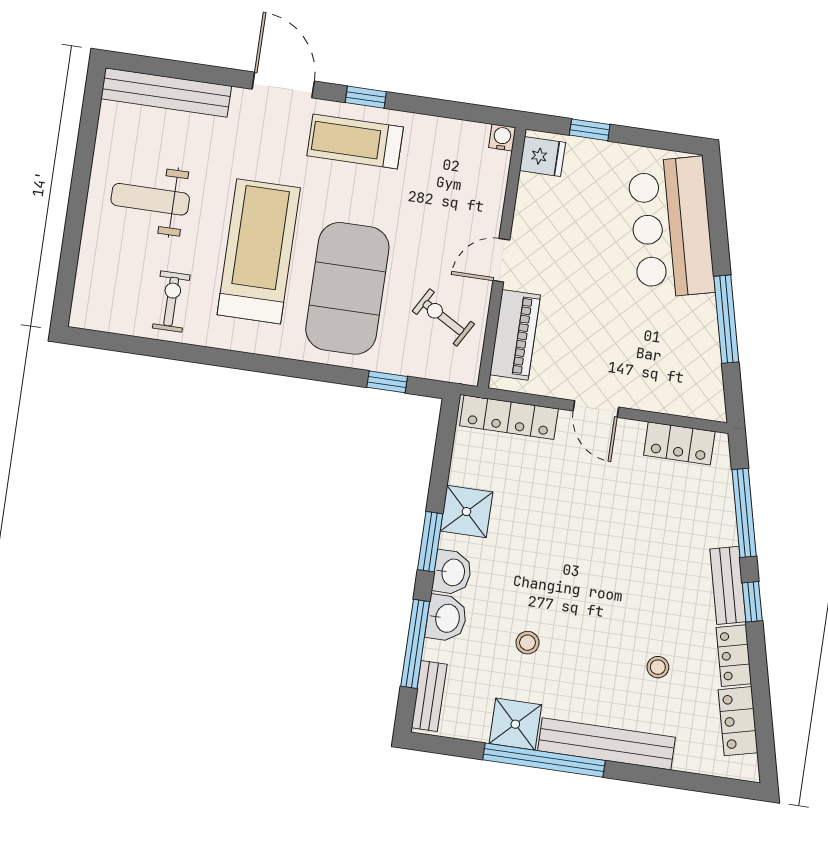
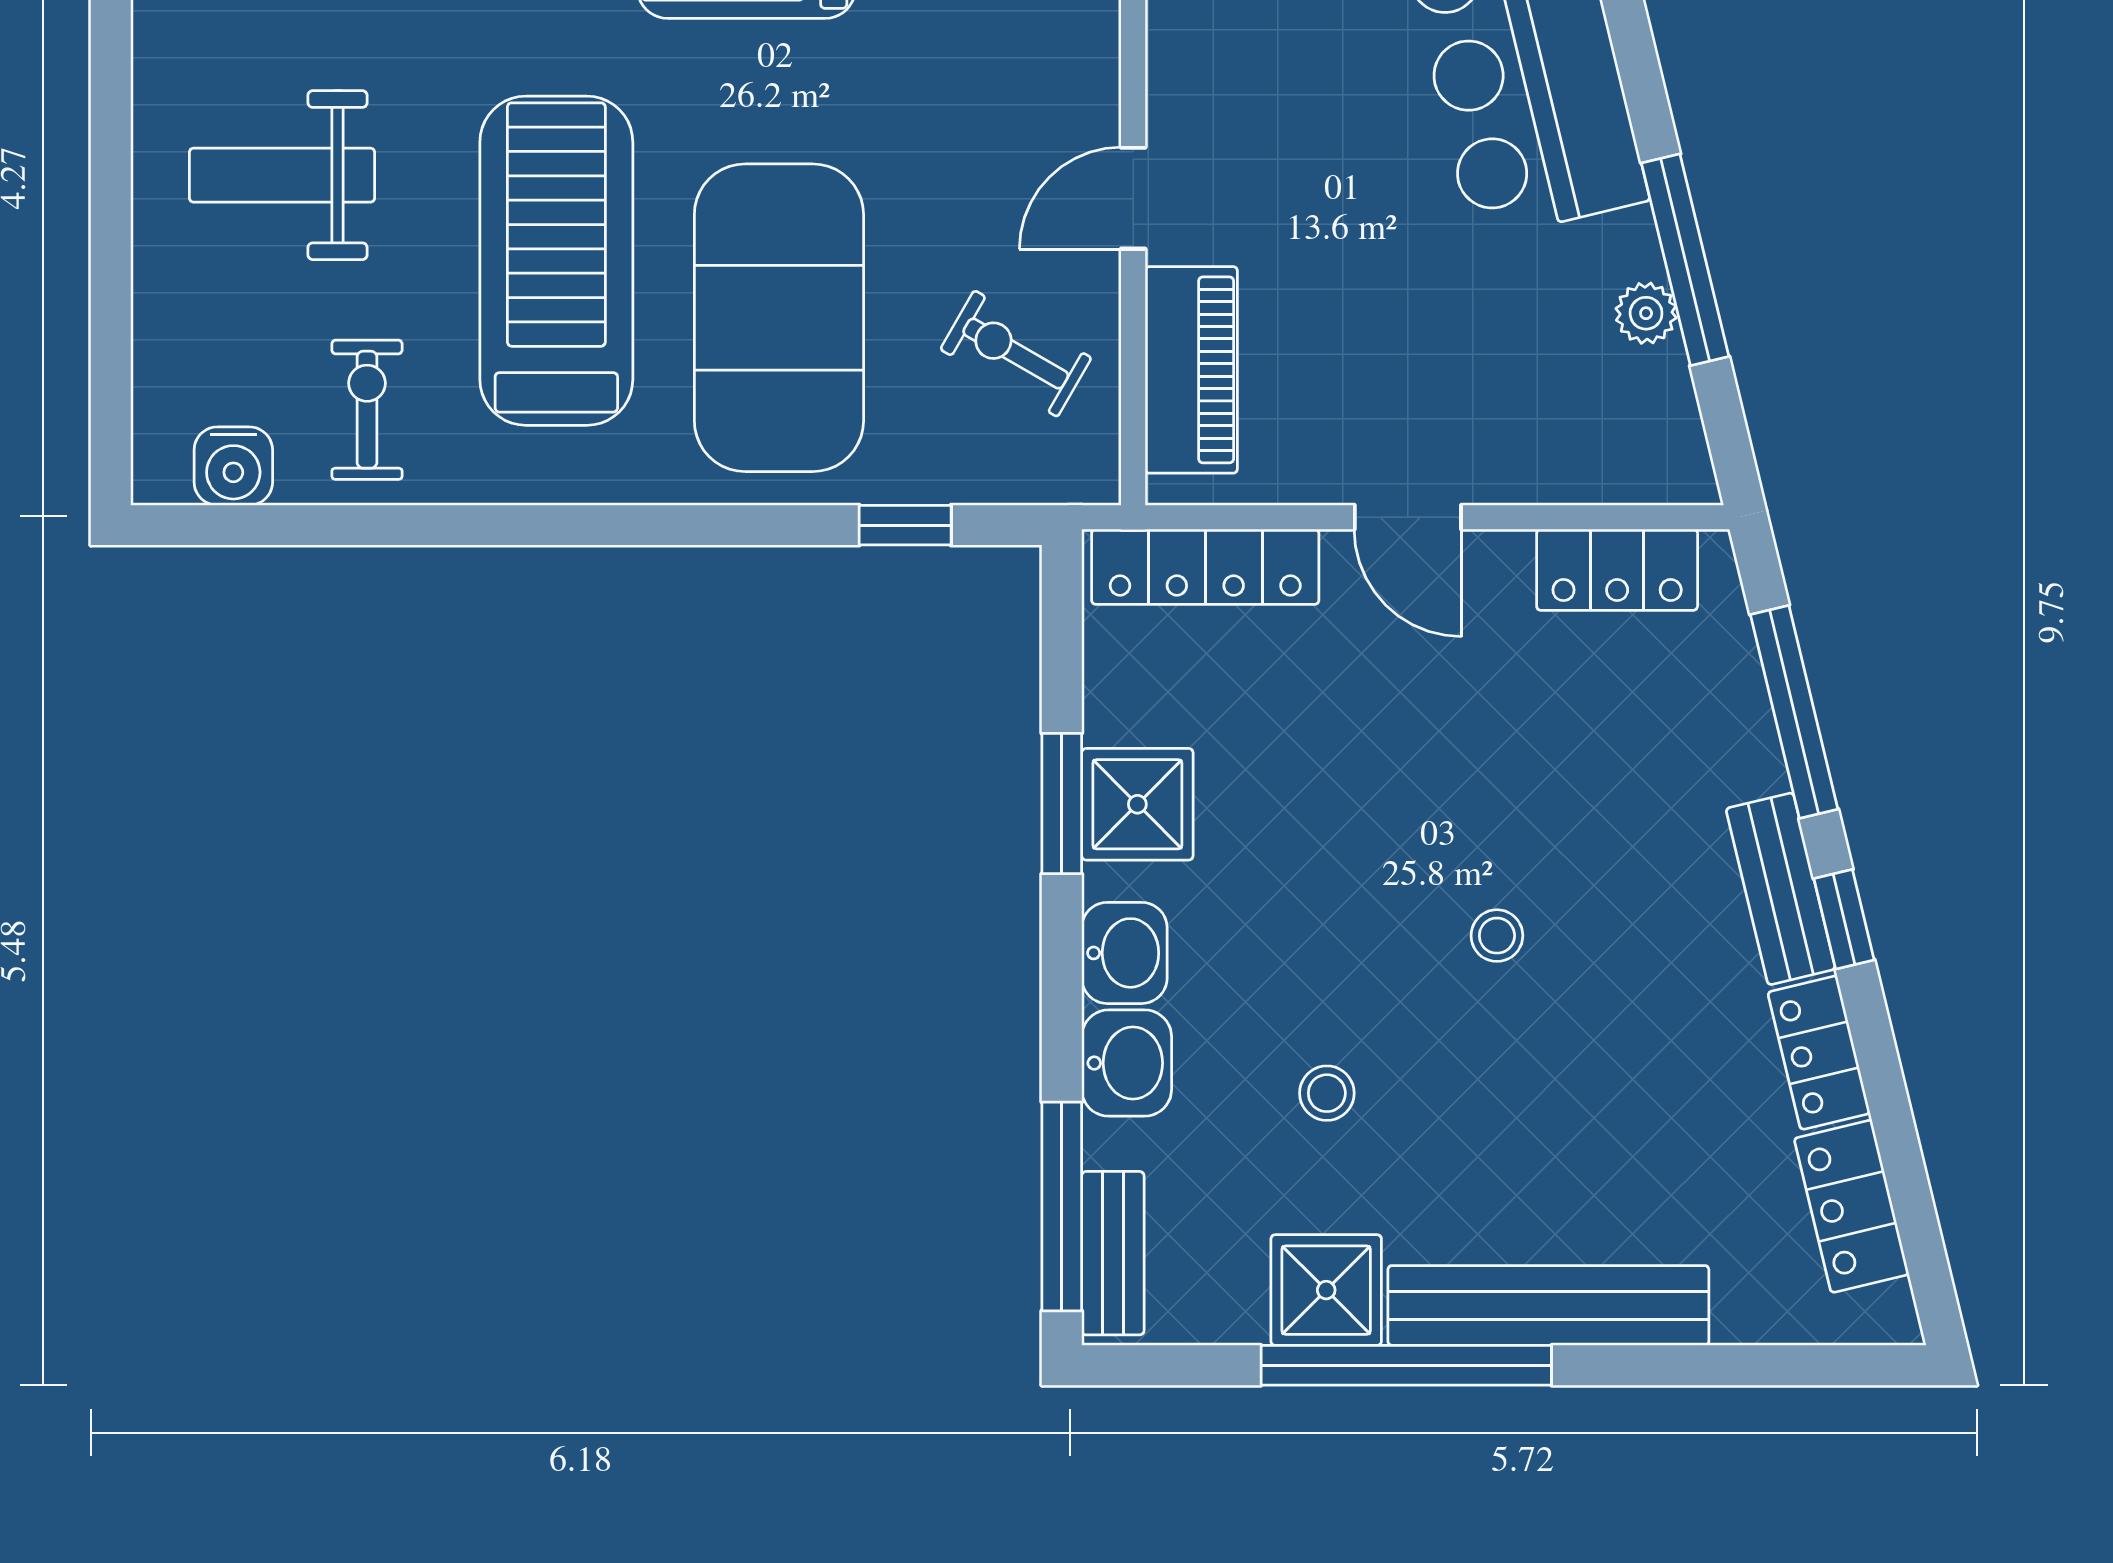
water cooler: (112, 317) -> (233, 466), added
plant: (707, 339) -> (1646, 313), added
window: (430, 542) -> (1062, 803), moved
window: (415, 644) -> (1062, 1206), moved
stool: (658, 667) -> (1497, 936), moved

